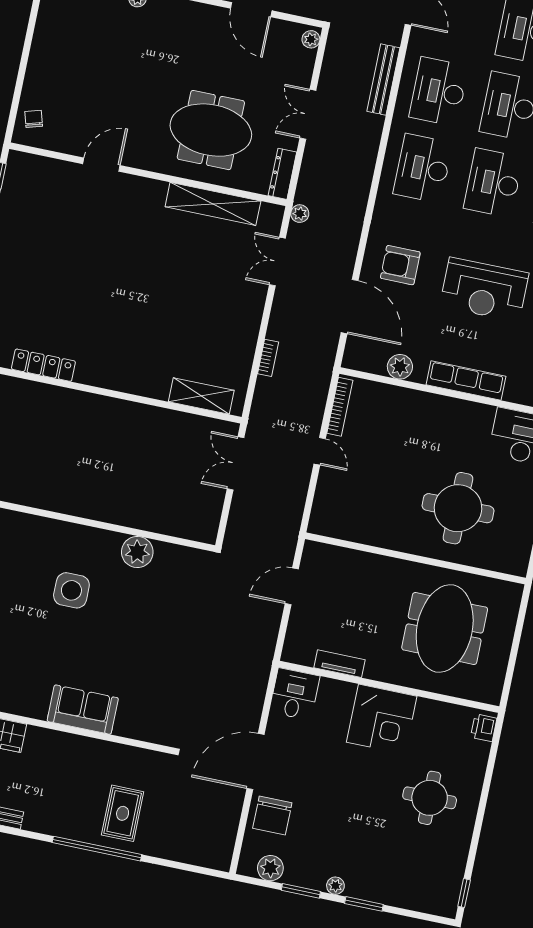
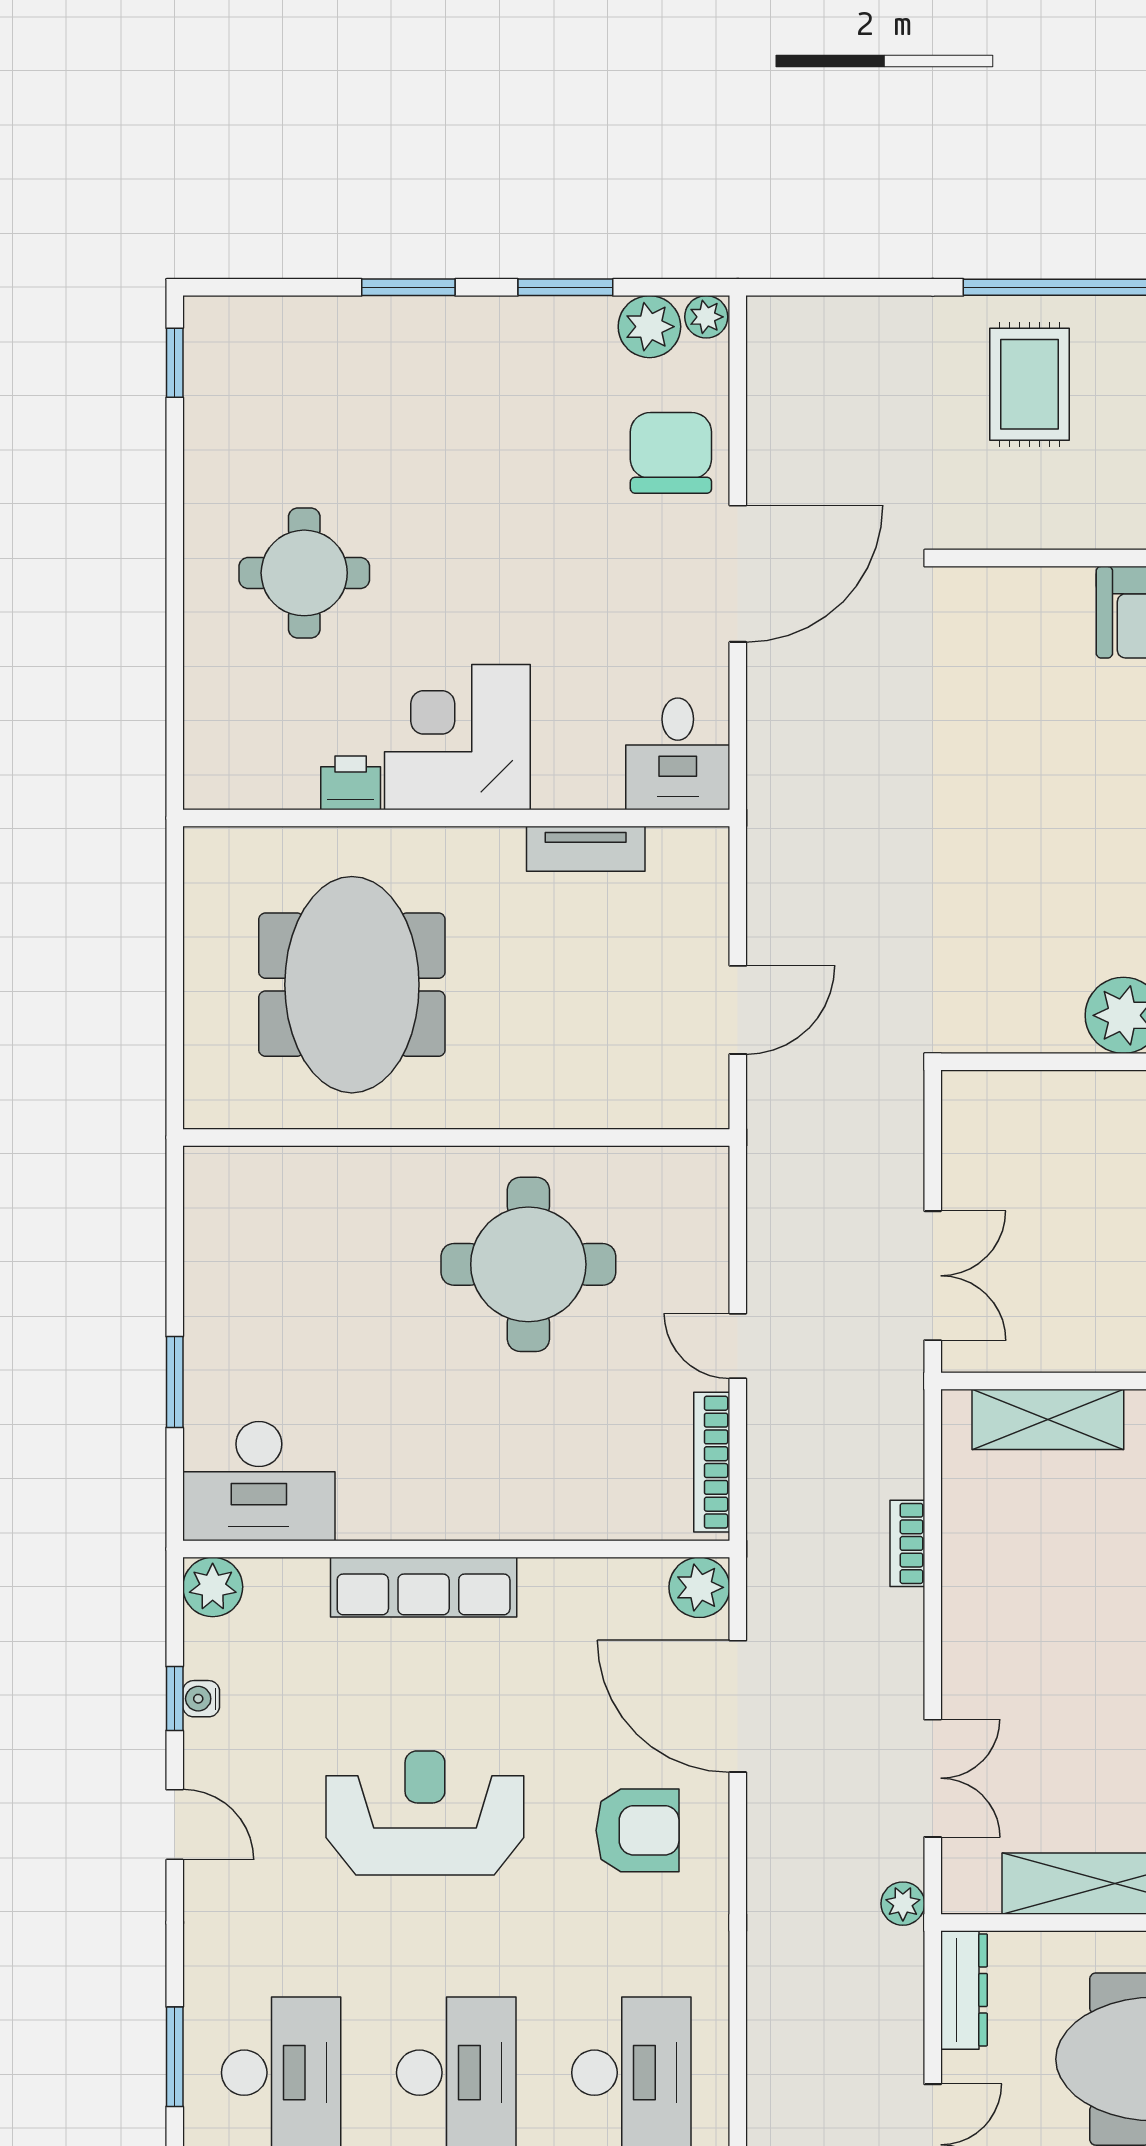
plant: (400, 367) -> (699, 1587), moved
round table: (458, 508) -> (528, 1264), moved
printer: (484, 728) -> (351, 783), moved, turned -90
plant: (335, 886) -> (706, 317), moved

